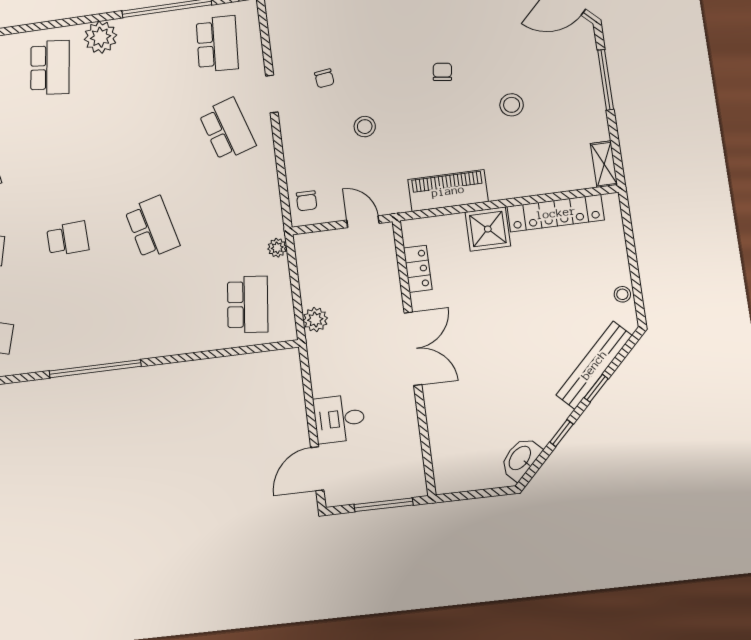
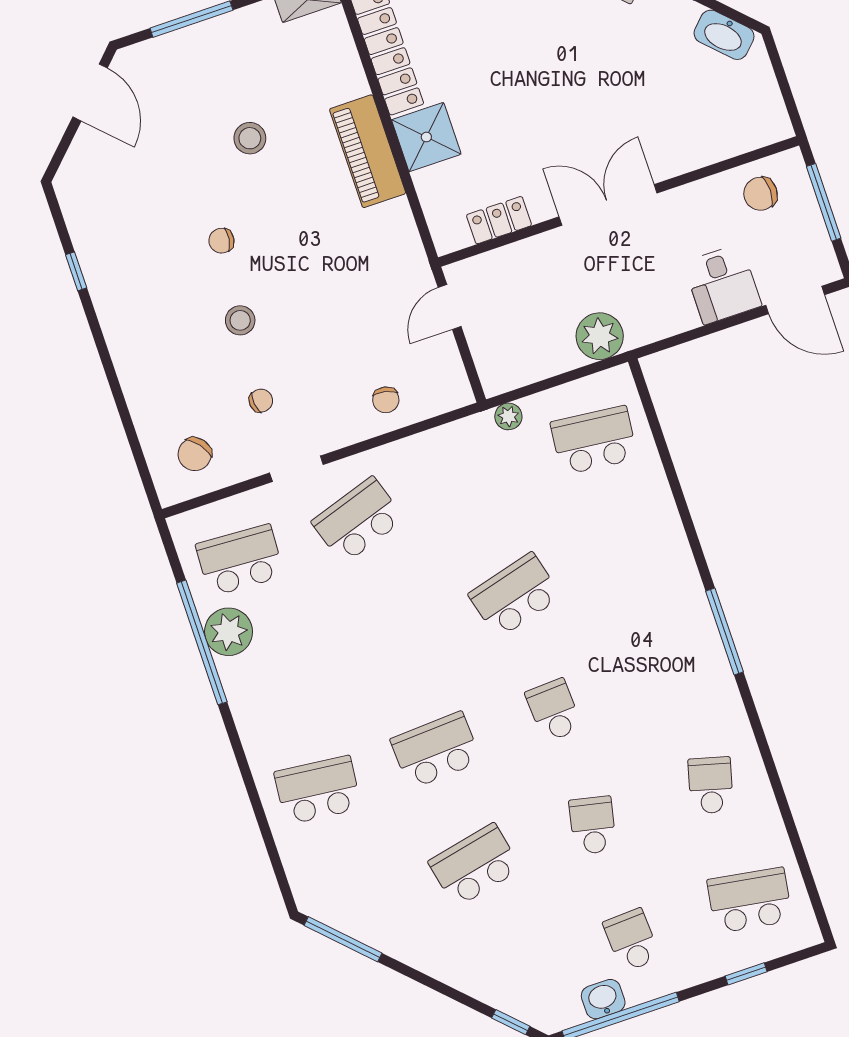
chair: (297, 26) -> (195, 454), added
plant: (100, 37) -> (229, 632), moved
stool: (365, 127) -> (240, 320), moved
school desk: (59, 152) -> (436, 750), added
piano: (448, 191) -> (368, 151), moved
chair: (307, 201) -> (386, 400), moved, turned 102
plant: (315, 320) -> (600, 336), width x1.36, depth x1.36
window: (95, 369) -> (725, 632), width x0.68
chair: (399, 460) -> (761, 194), added

